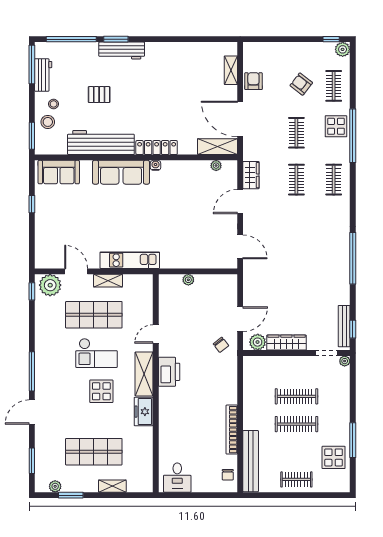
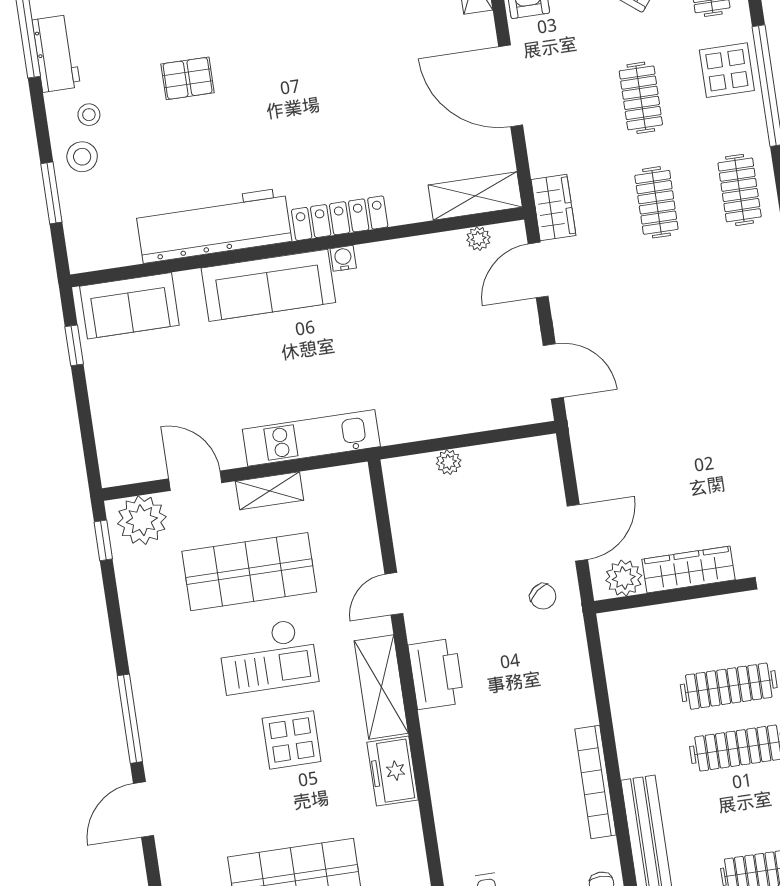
workbench: (101, 142) -> (214, 226), moved
shelving: (217, 147) -> (475, 196), moved
locker: (157, 148) -> (340, 218), moved
wall: (136, 157) -> (297, 247), moved
water cooler: (156, 165) -> (343, 258), moved
plant: (216, 166) -> (478, 239), moved
sofa: (59, 172) -> (129, 306), moved
sofa: (121, 172) -> (268, 285), moved

